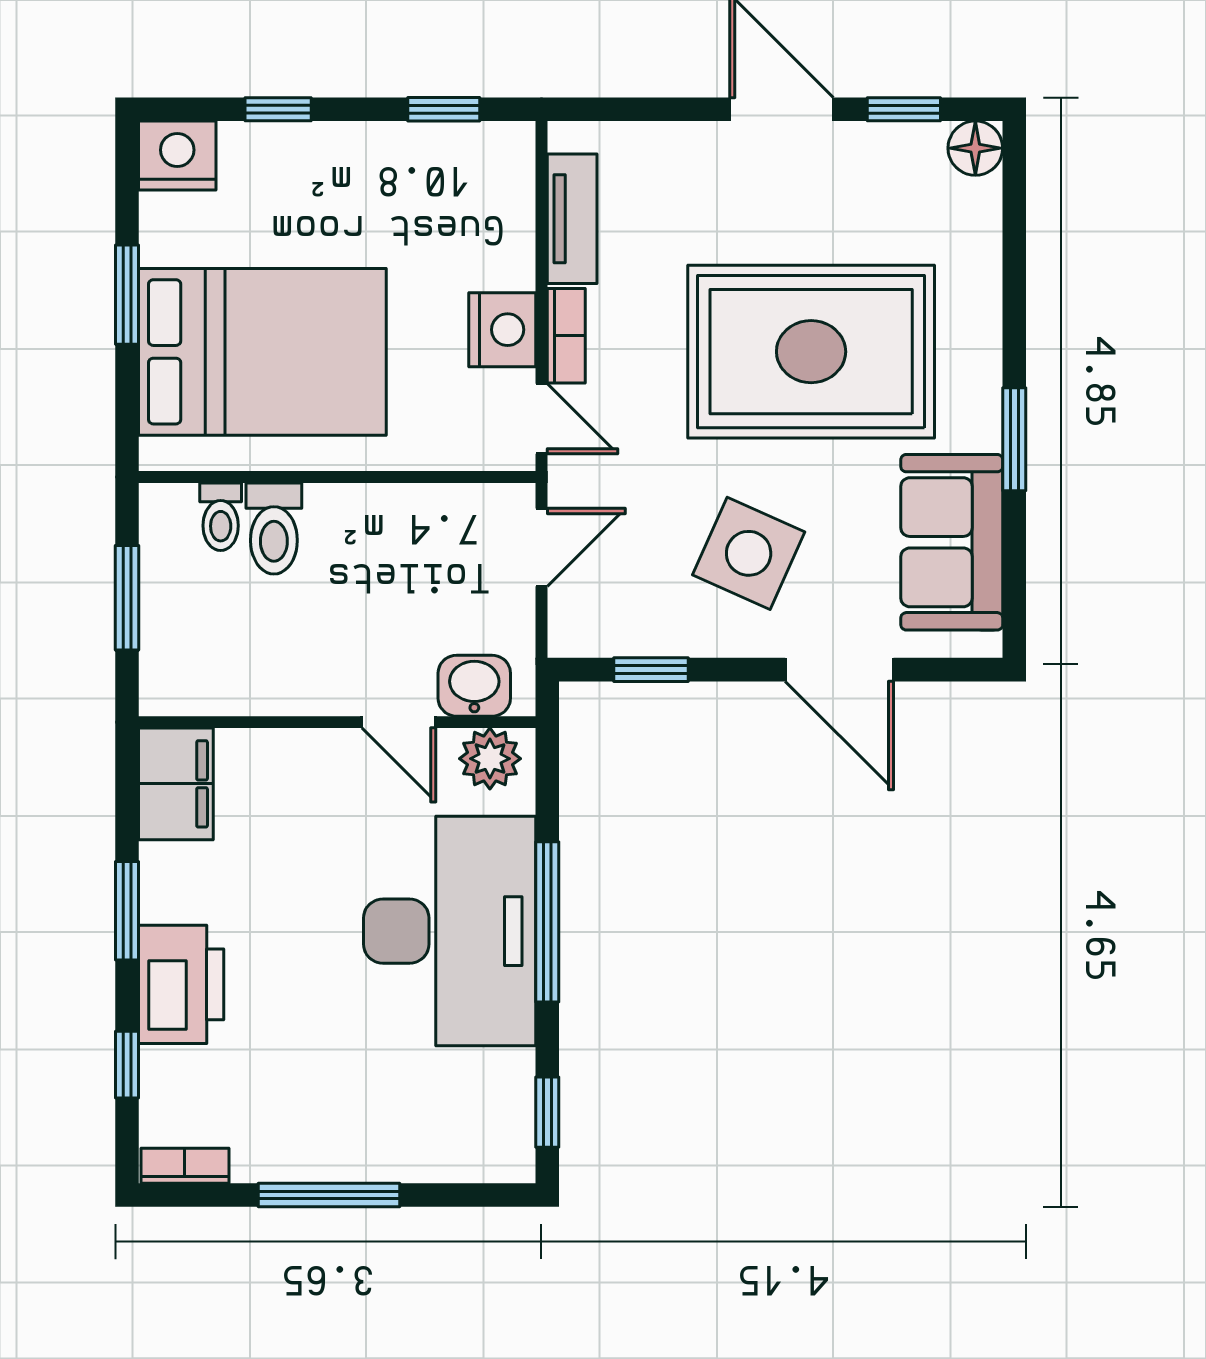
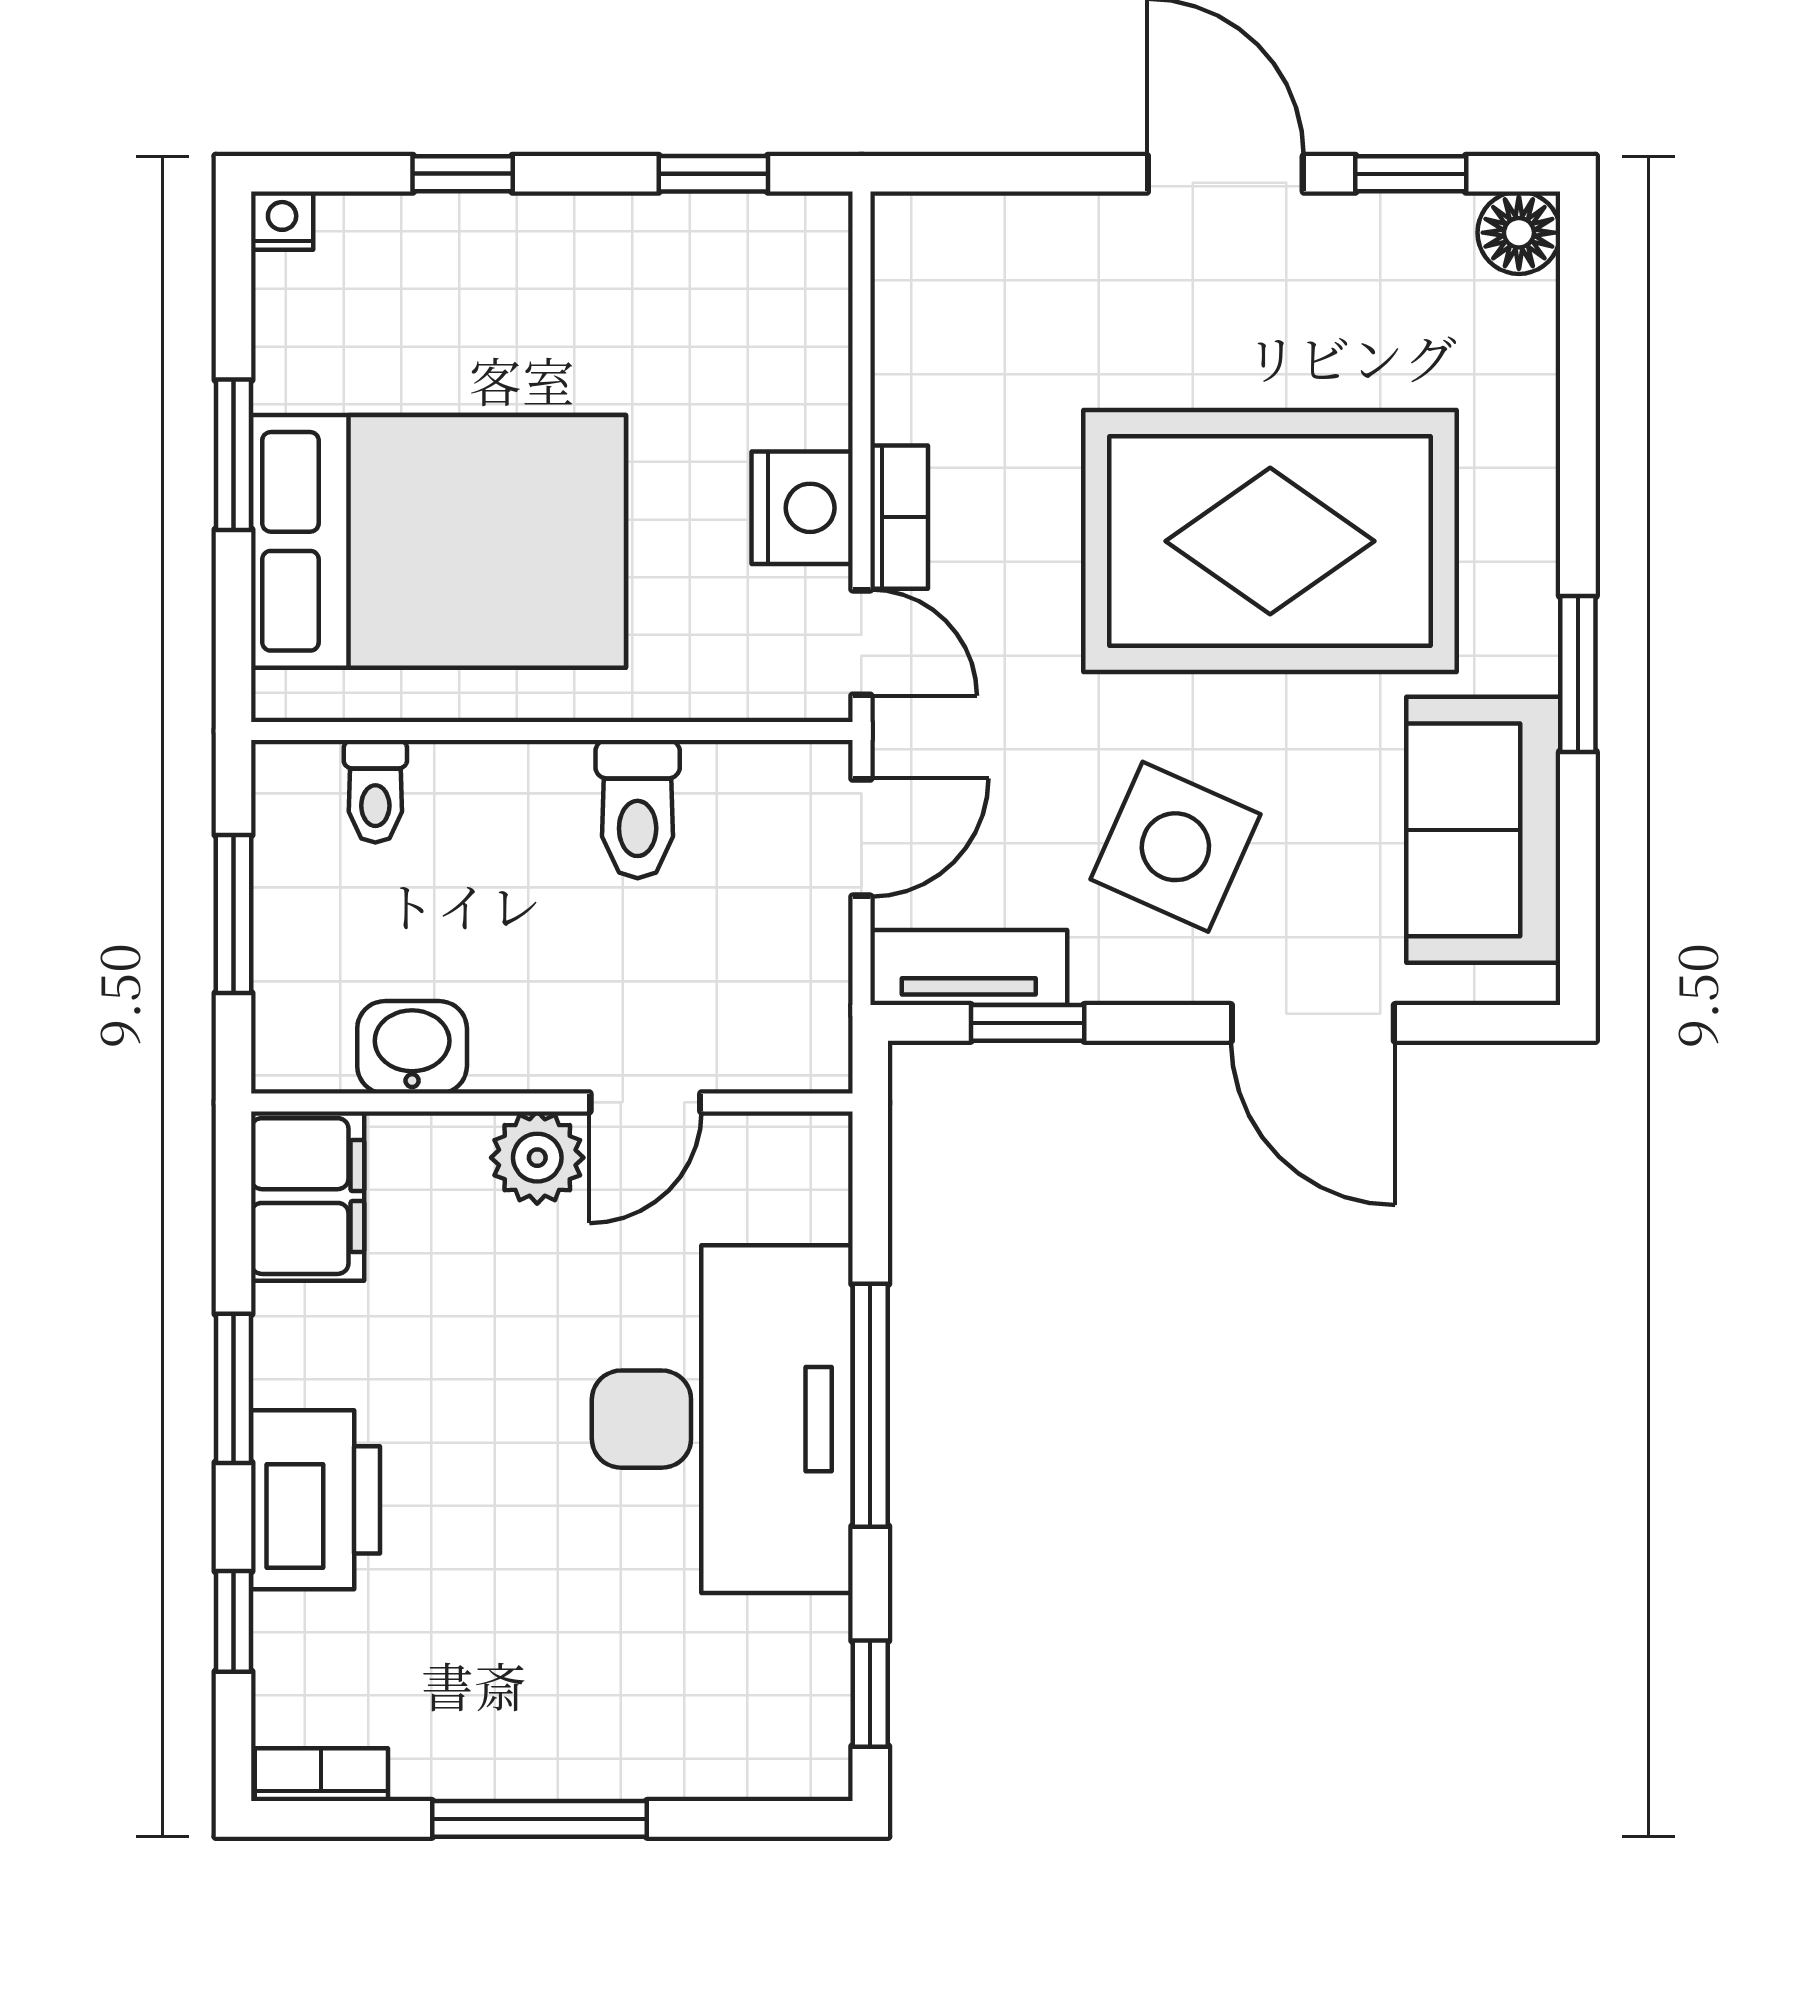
nightstand: (177, 155) -> (282, 221), width x0.53, depth x0.56
tv unit: (572, 219) -> (969, 968), moved, turned -90
toilet: (274, 528) -> (638, 809), moved
washbasin: (474, 686) -> (412, 1047), moved
door: (399, 722) -> (645, 1102), hinge flipped
plant: (490, 759) -> (537, 1158), moved

